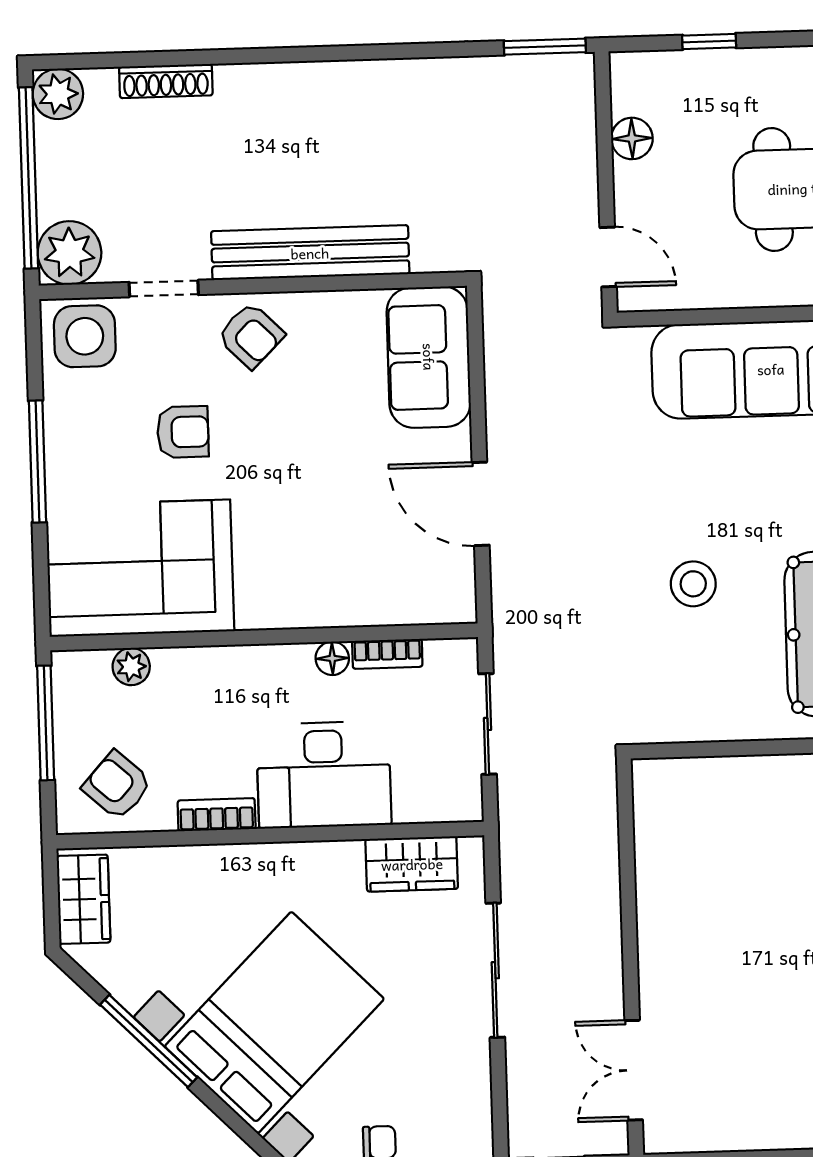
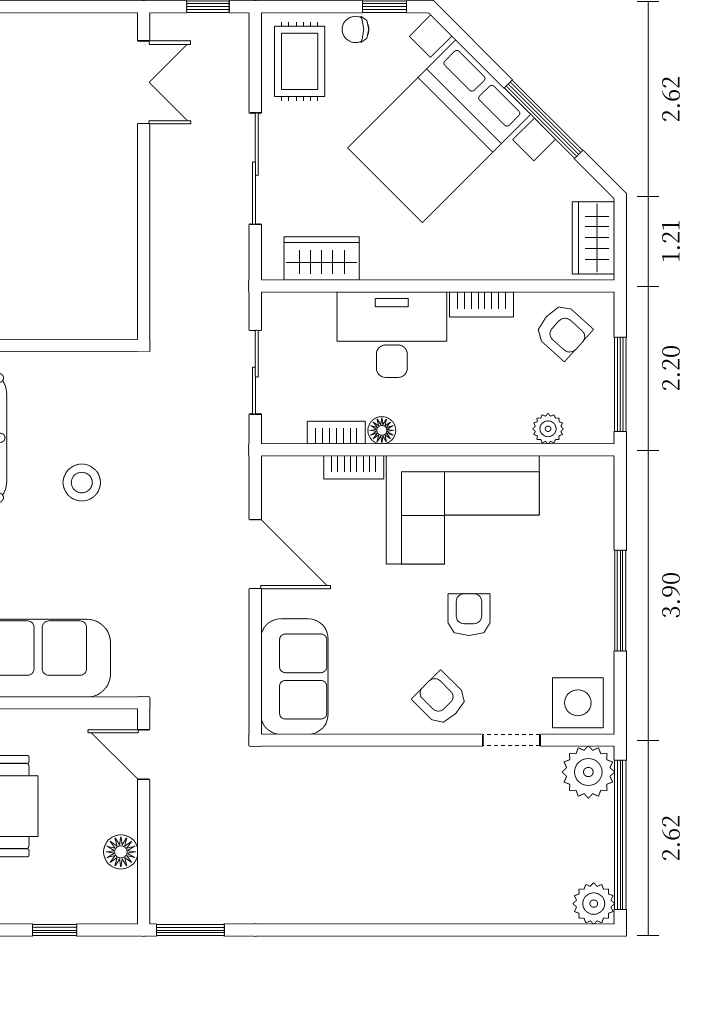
shoe rack: (166, 81) -> (504, 911), removed
bench: (310, 253) -> (389, 766), removed
armchair: (183, 432) -> (469, 615), moved, turned 90
corner sofa: (140, 568) -> (463, 510), moved
bookcase: (365, 613) -> (354, 467), added
rug: (446, 1102) -> (300, 61), added

